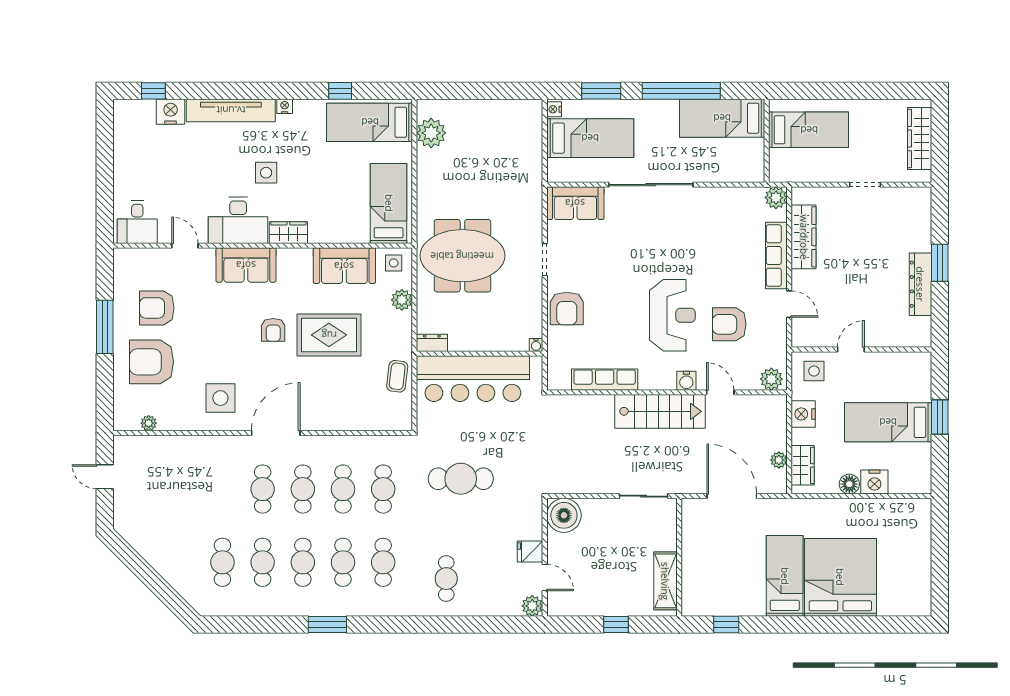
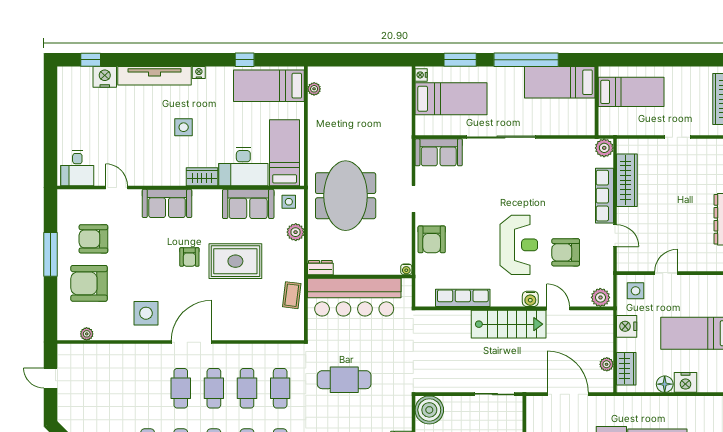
plant: (431, 133) -> (314, 89), width x0.53, depth x0.53
desk: (238, 220) -> (243, 167), moved
meeting table: (462, 256) -> (346, 196), turned 90

